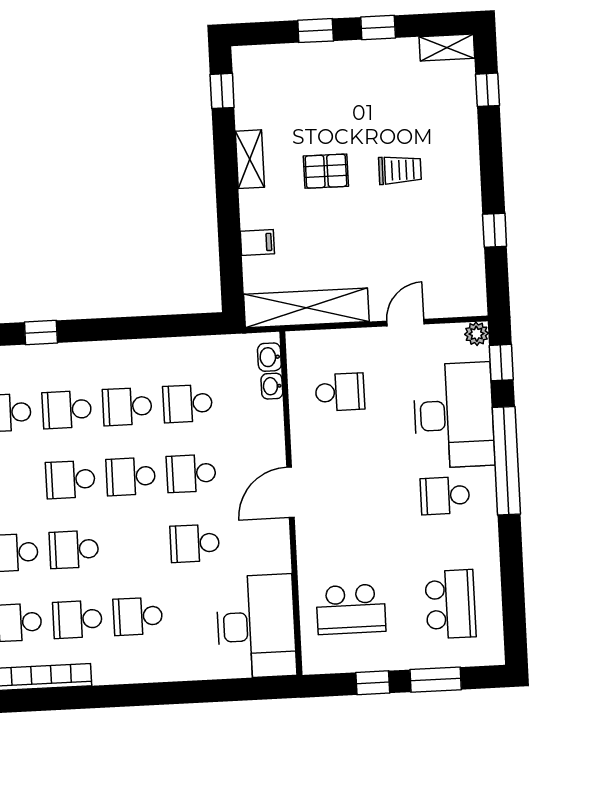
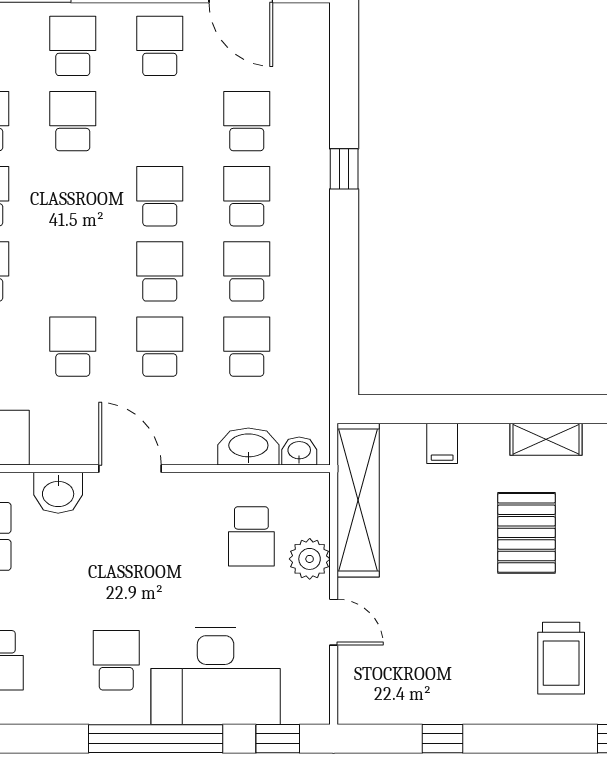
trolley: (400, 170) -> (561, 658), moved, width x1.36, depth x1.39
pallet: (326, 171) -> (526, 533), width x1.50, depth x1.42
plant: (477, 334) -> (310, 559), moved, width x1.38, depth x1.38
washbasin: (272, 386) -> (248, 446), width x1.91, depth x1.45
school desk: (74, 549) -> (73, 196), removed
washbasin: (313, 549) -> (58, 493), added

